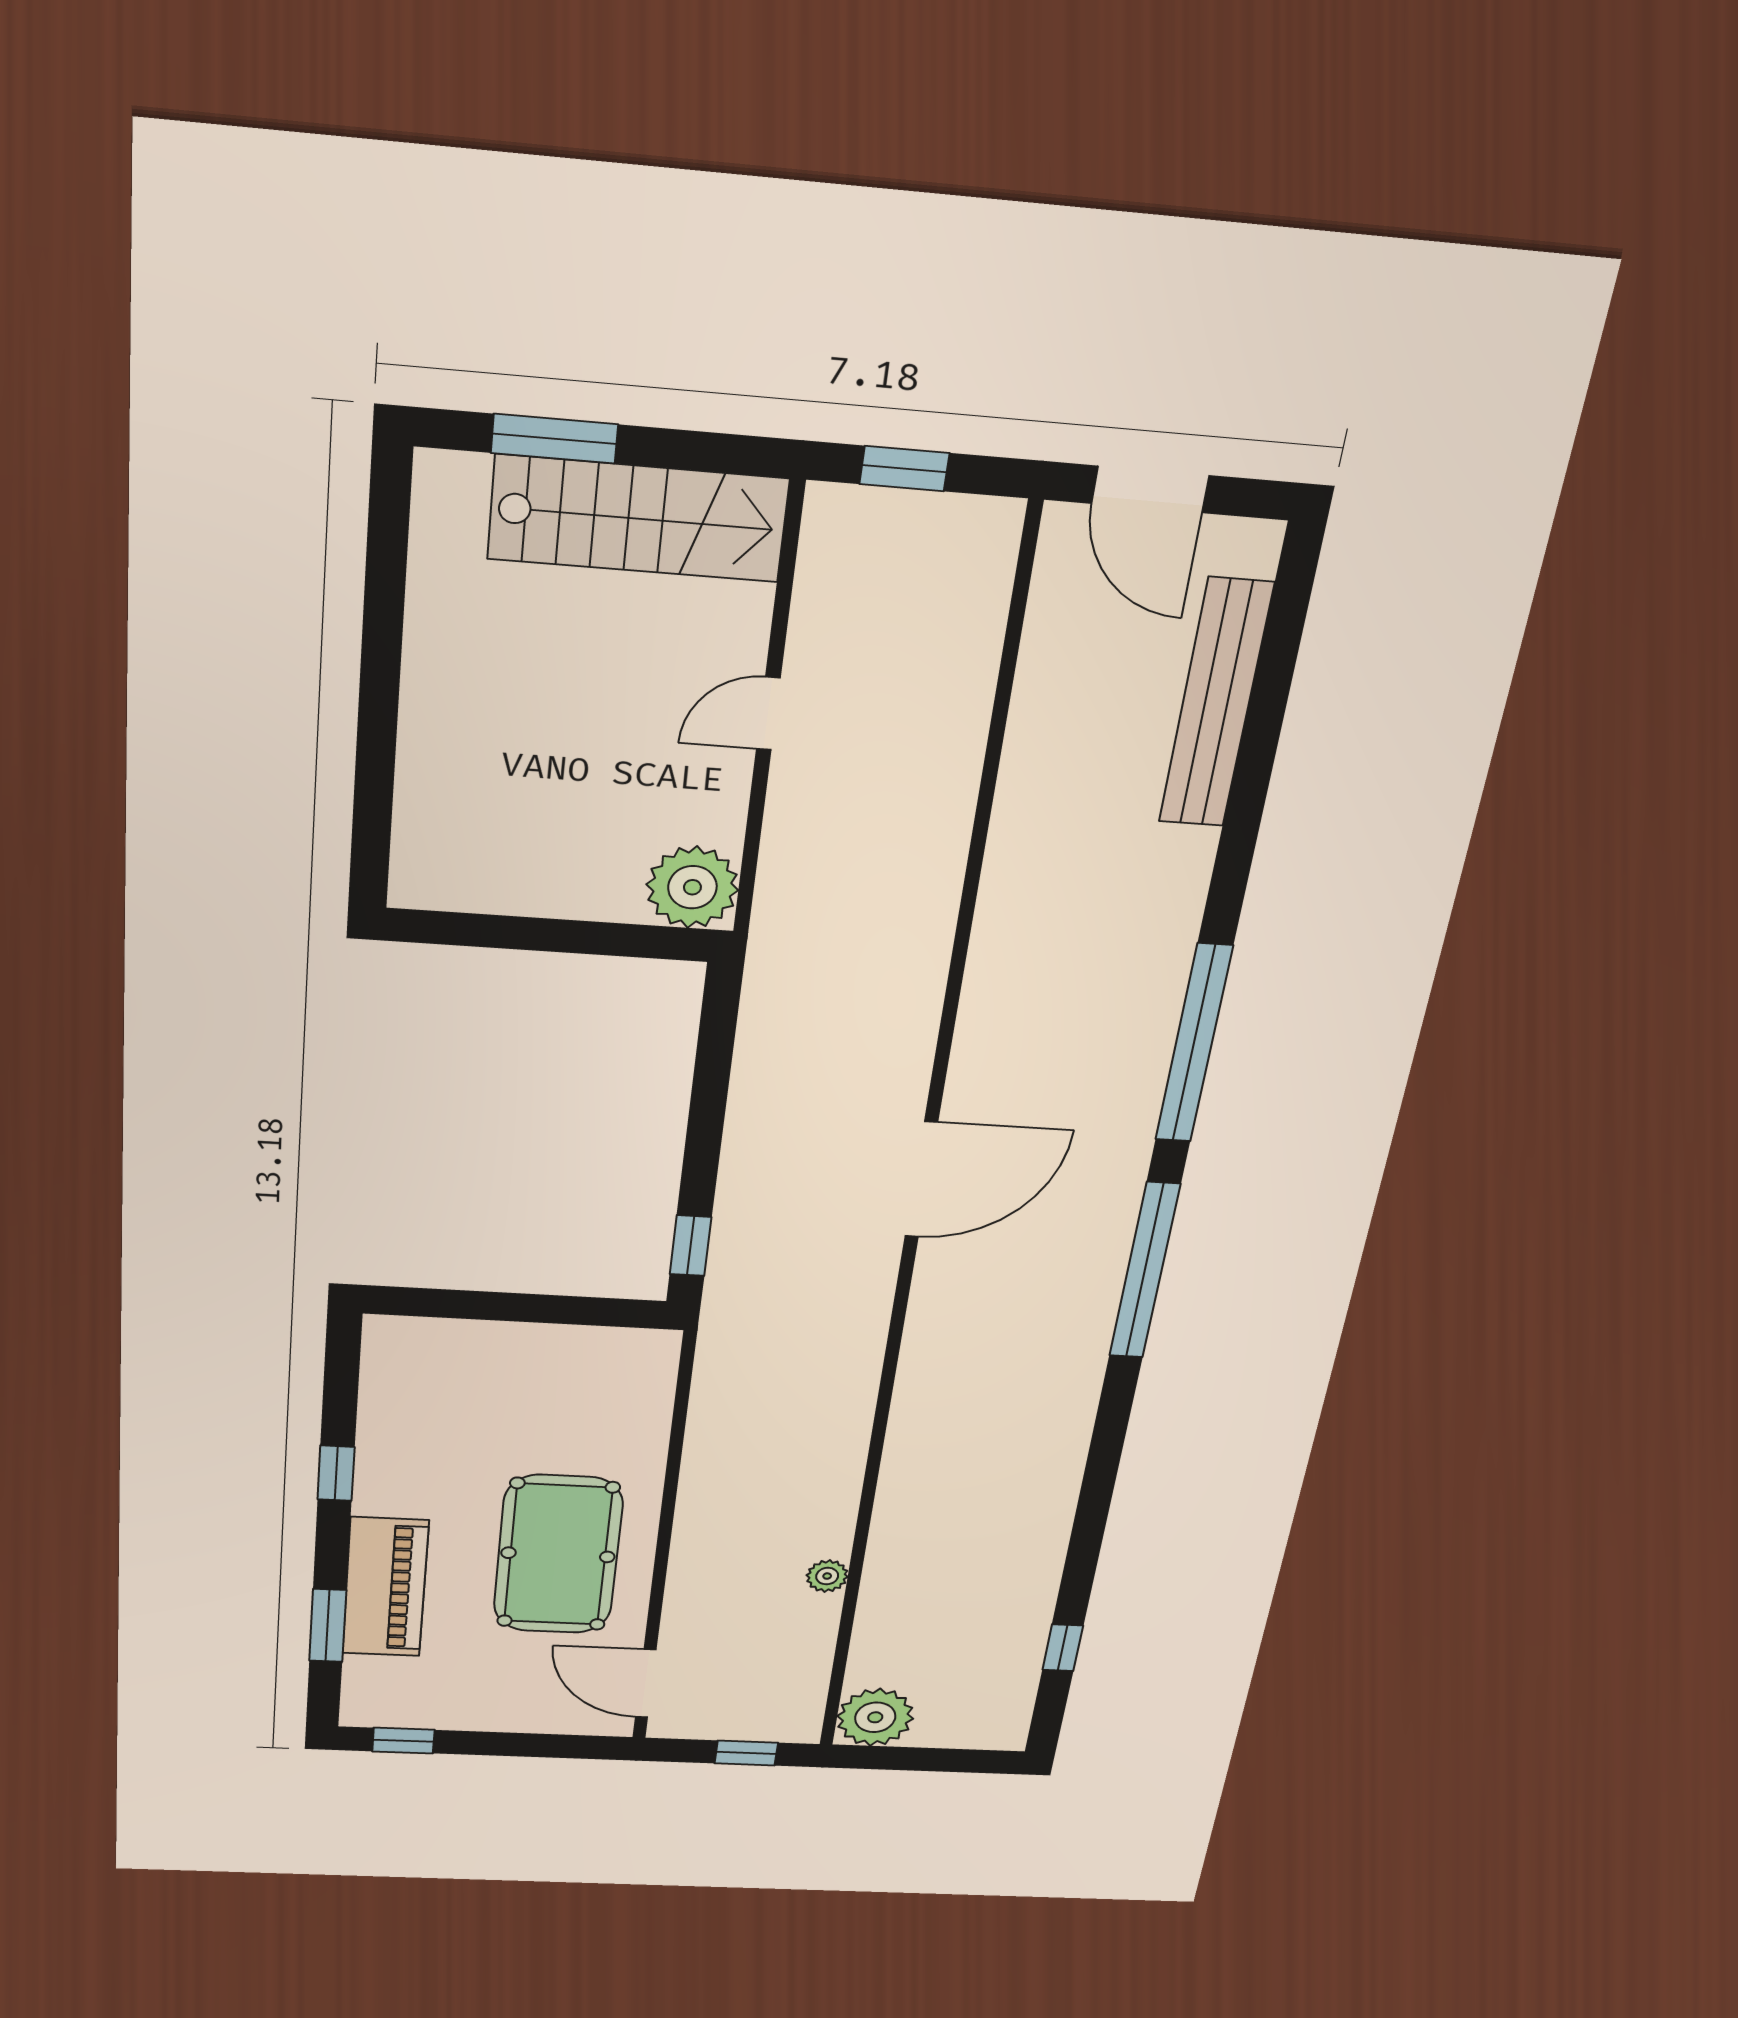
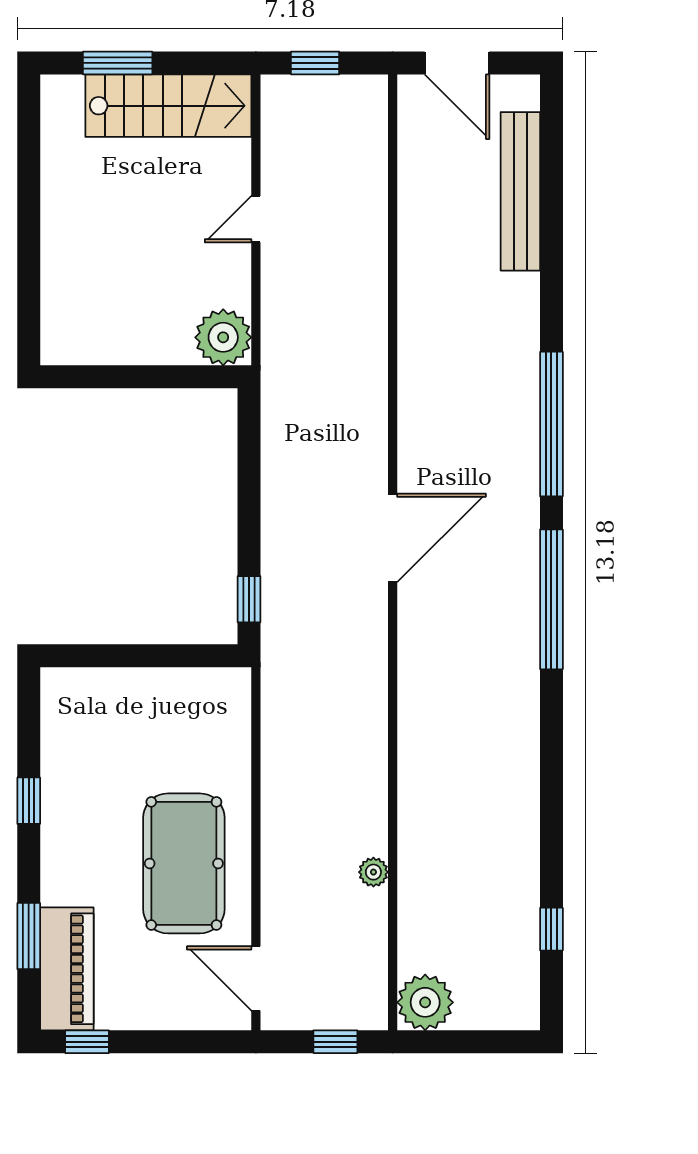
piano: (385, 1587) -> (67, 969), moved

